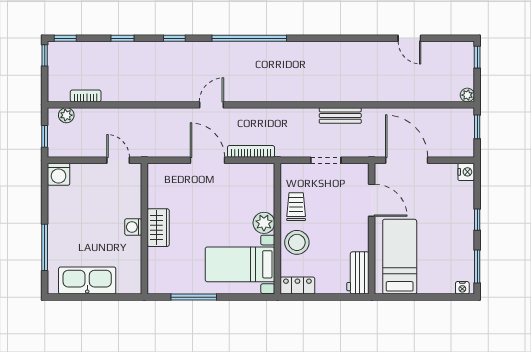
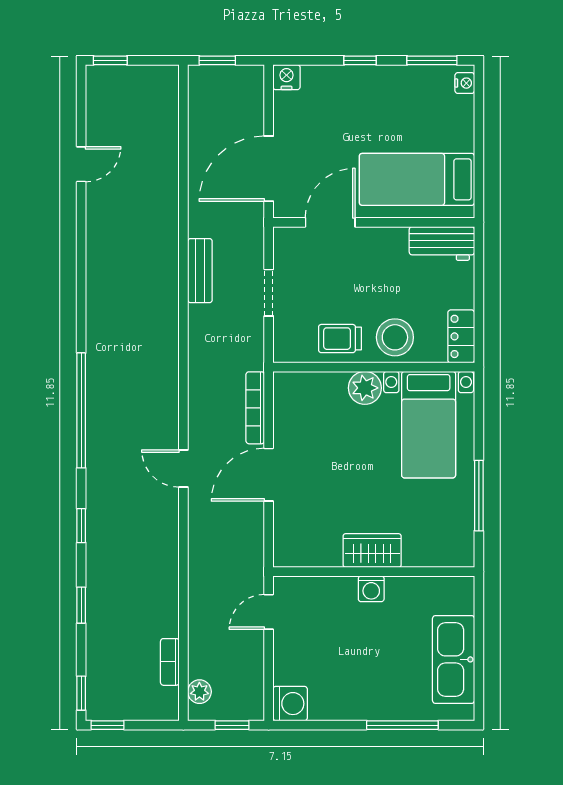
plant: (467, 95) -> (168, 75), removed

